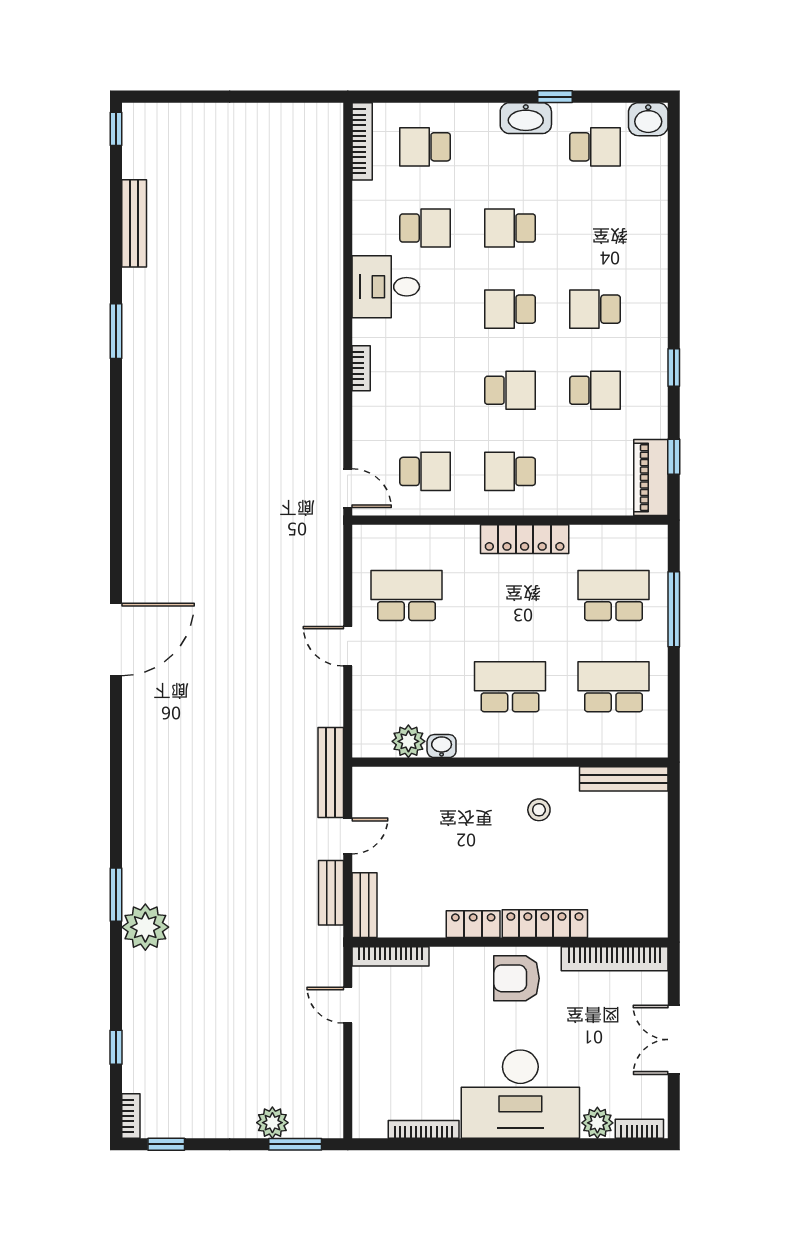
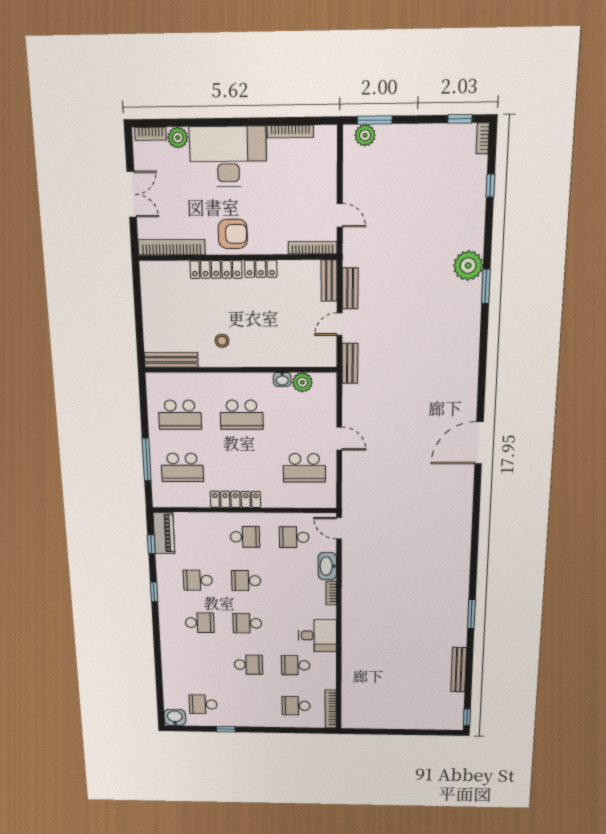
washbasin: (526, 118) -> (327, 566), moved, turned -90
school desk: (425, 147) -> (296, 706), turned 180
school desk: (510, 309) -> (247, 623), turned 180
bench: (331, 772) -> (350, 363), width x0.73
plant: (272, 1123) -> (365, 135), moved

